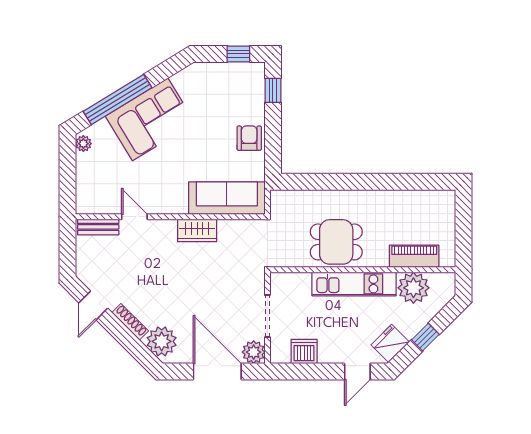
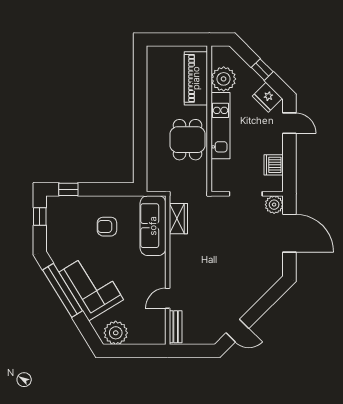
window: (117, 100) -> (63, 290), moved
armchair: (249, 138) -> (107, 227), moved
plant: (83, 144) -> (116, 333), width x1.87, depth x1.87
wardrobe: (197, 230) -> (178, 219), moved
piano: (414, 256) -> (196, 78), width x1.37, depth x1.33
shoe rack: (130, 322) -> (250, 302), removed
plant: (162, 341) -> (266, 277), removed
door: (217, 372) -> (289, 233), swing flipped

